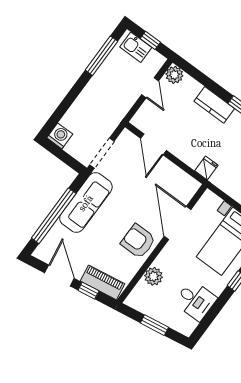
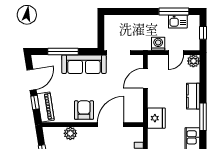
kitchen sink: (136, 47) -> (178, 22), moved, turned -90
washing machine: (60, 136) -> (158, 44), moved, turned -90
fridge: (206, 168) -> (156, 118), width x1.88, depth x1.34
window: (54, 216) -> (63, 51), width x0.68

